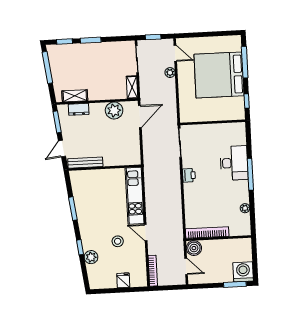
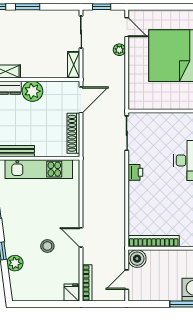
plant: (114, 111) -> (32, 91), moved
shoe rack: (135, 145) -> (73, 133), added
kitchen unit: (135, 196) -> (39, 169), moved, turned -90
door: (186, 266) -> (127, 280), swing flipped
fridge: (123, 280) -> (71, 292), moved

